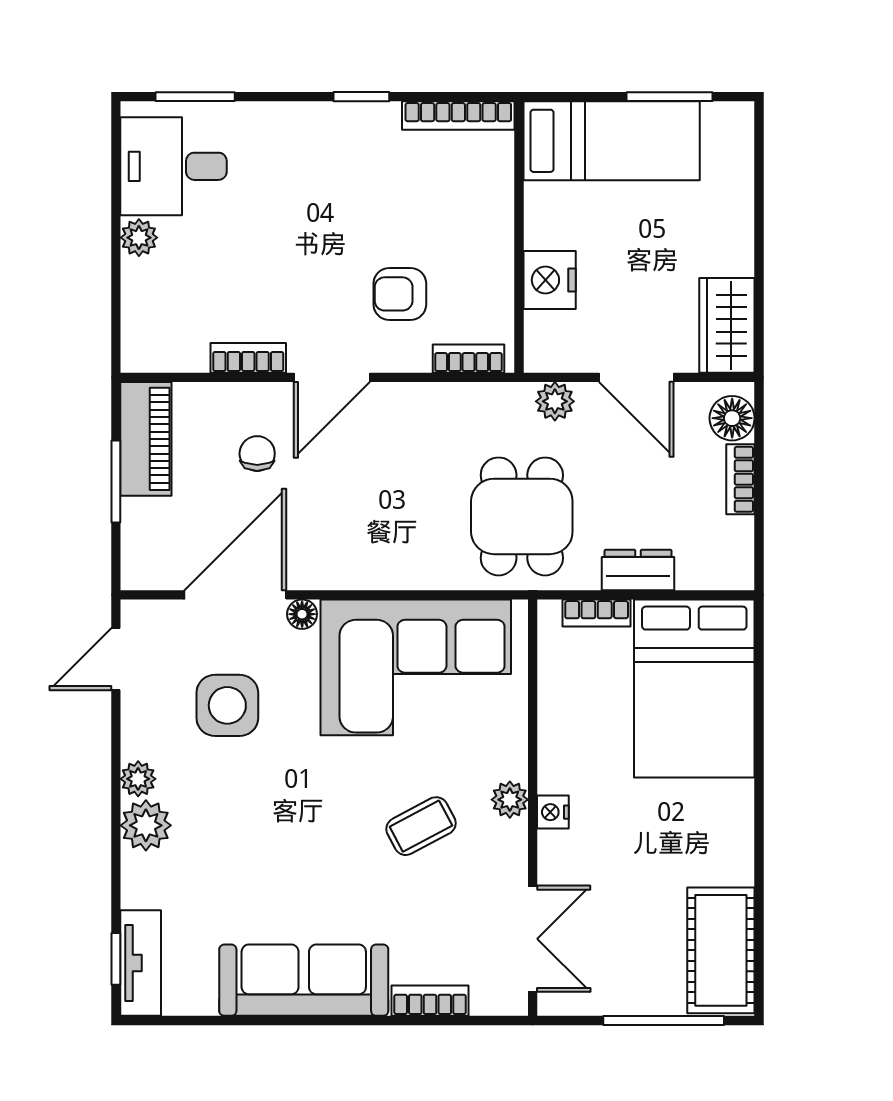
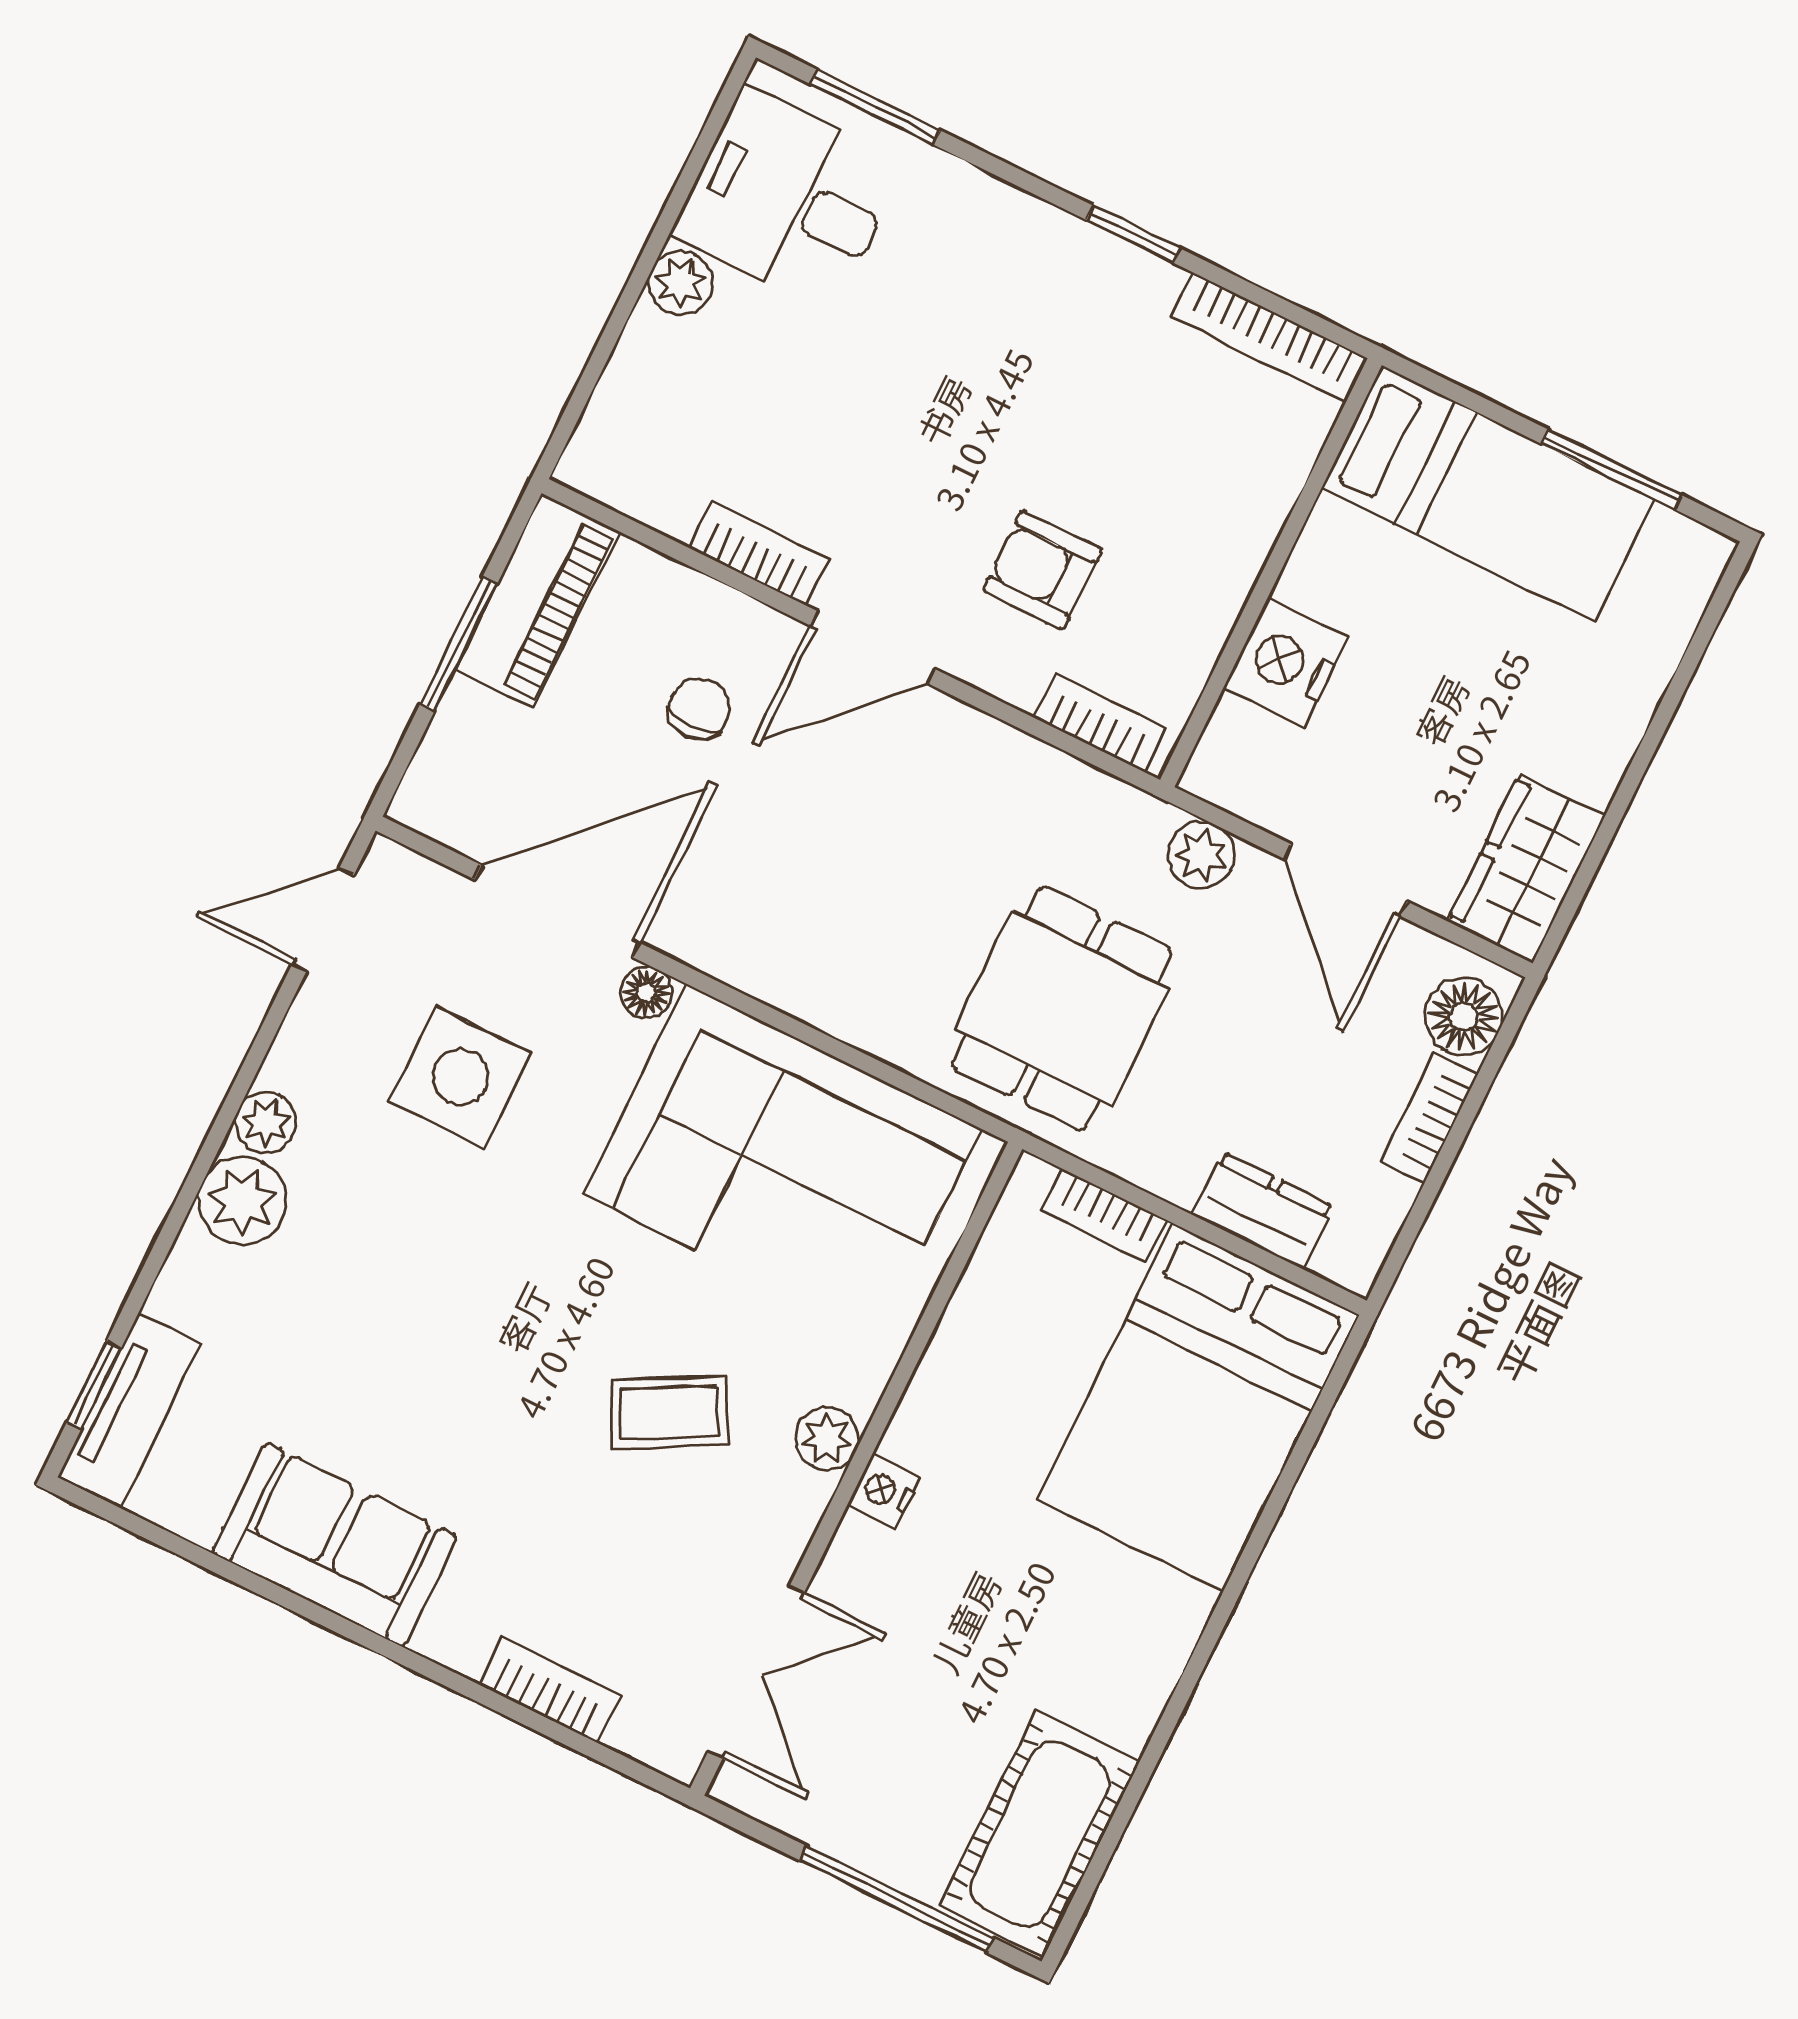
dresser: (638, 570) -> (1263, 1210), moved
sofa: (304, 980) -> (334, 1545), width x0.73

